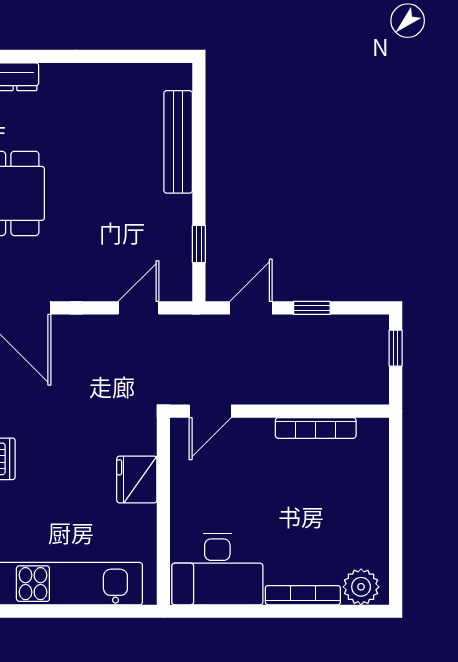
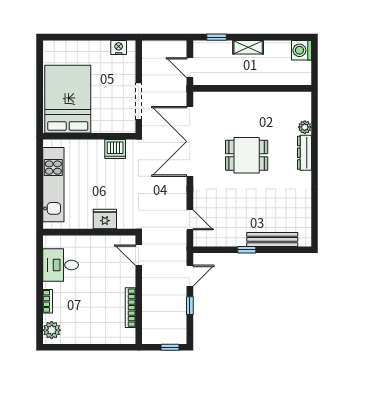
window: (199, 244) -> (247, 250), moved
door: (251, 308) -> (190, 276), hinge flipped
desk: (217, 569) -> (61, 265), width x0.73
bookcase: (303, 595) -> (48, 301), width x0.64

